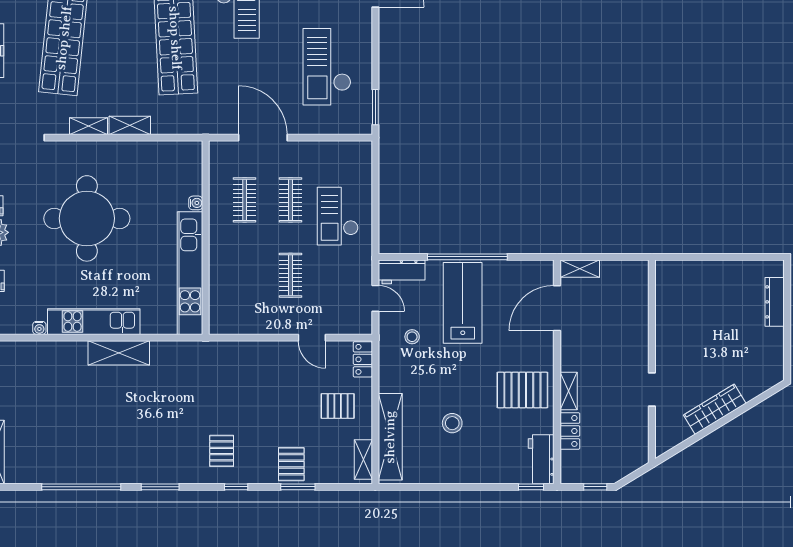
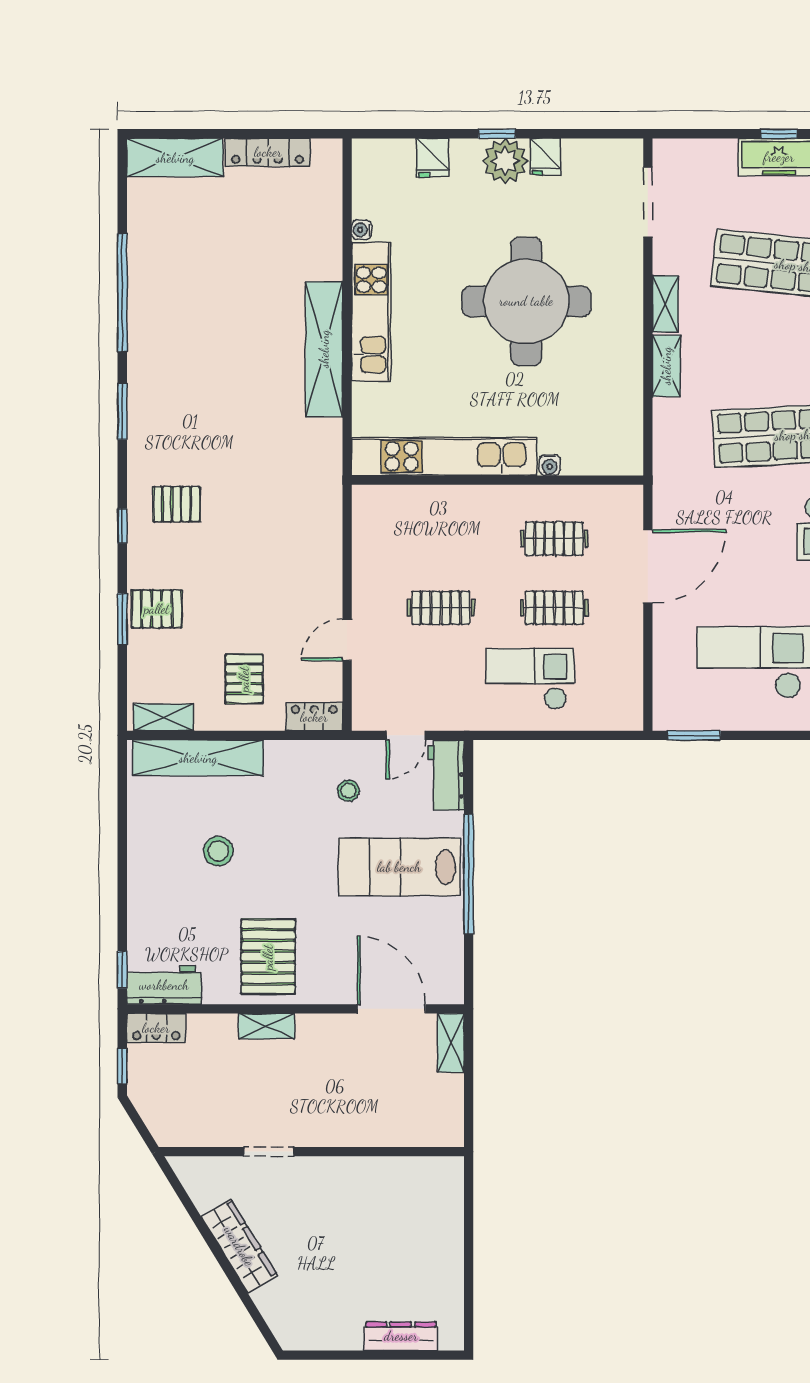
lab bench: (463, 303) -> (399, 867), turned 180
shelving: (119, 353) -> (324, 349), width x1.47
locker: (570, 431) -> (156, 1028), moved

